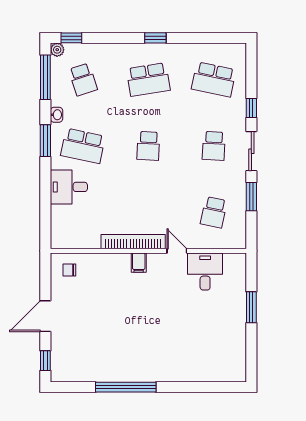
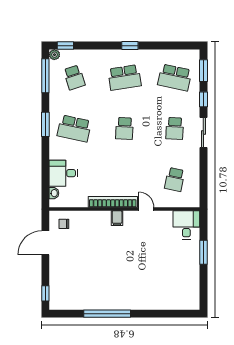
washbasin: (57, 115) -> (54, 193), moved
desk: (69, 187) -> (63, 173), moved
window: (251, 197) -> (203, 71), moved
desk: (205, 271) -> (186, 225), moved
door: (45, 316) -> (45, 243), moved

